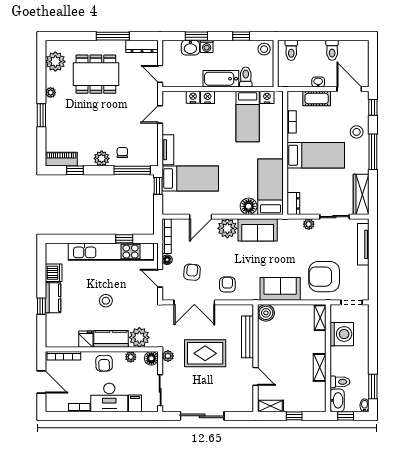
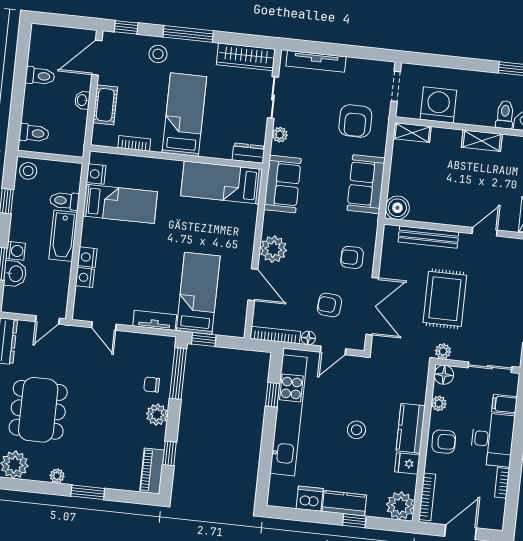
floor lamp: (249, 206) -> (246, 216), removed
sofa: (258, 230) -> (283, 184), moved
armchair: (324, 277) -> (355, 121), width x0.73, depth x0.73
plant: (139, 337) -> (400, 506), moved

